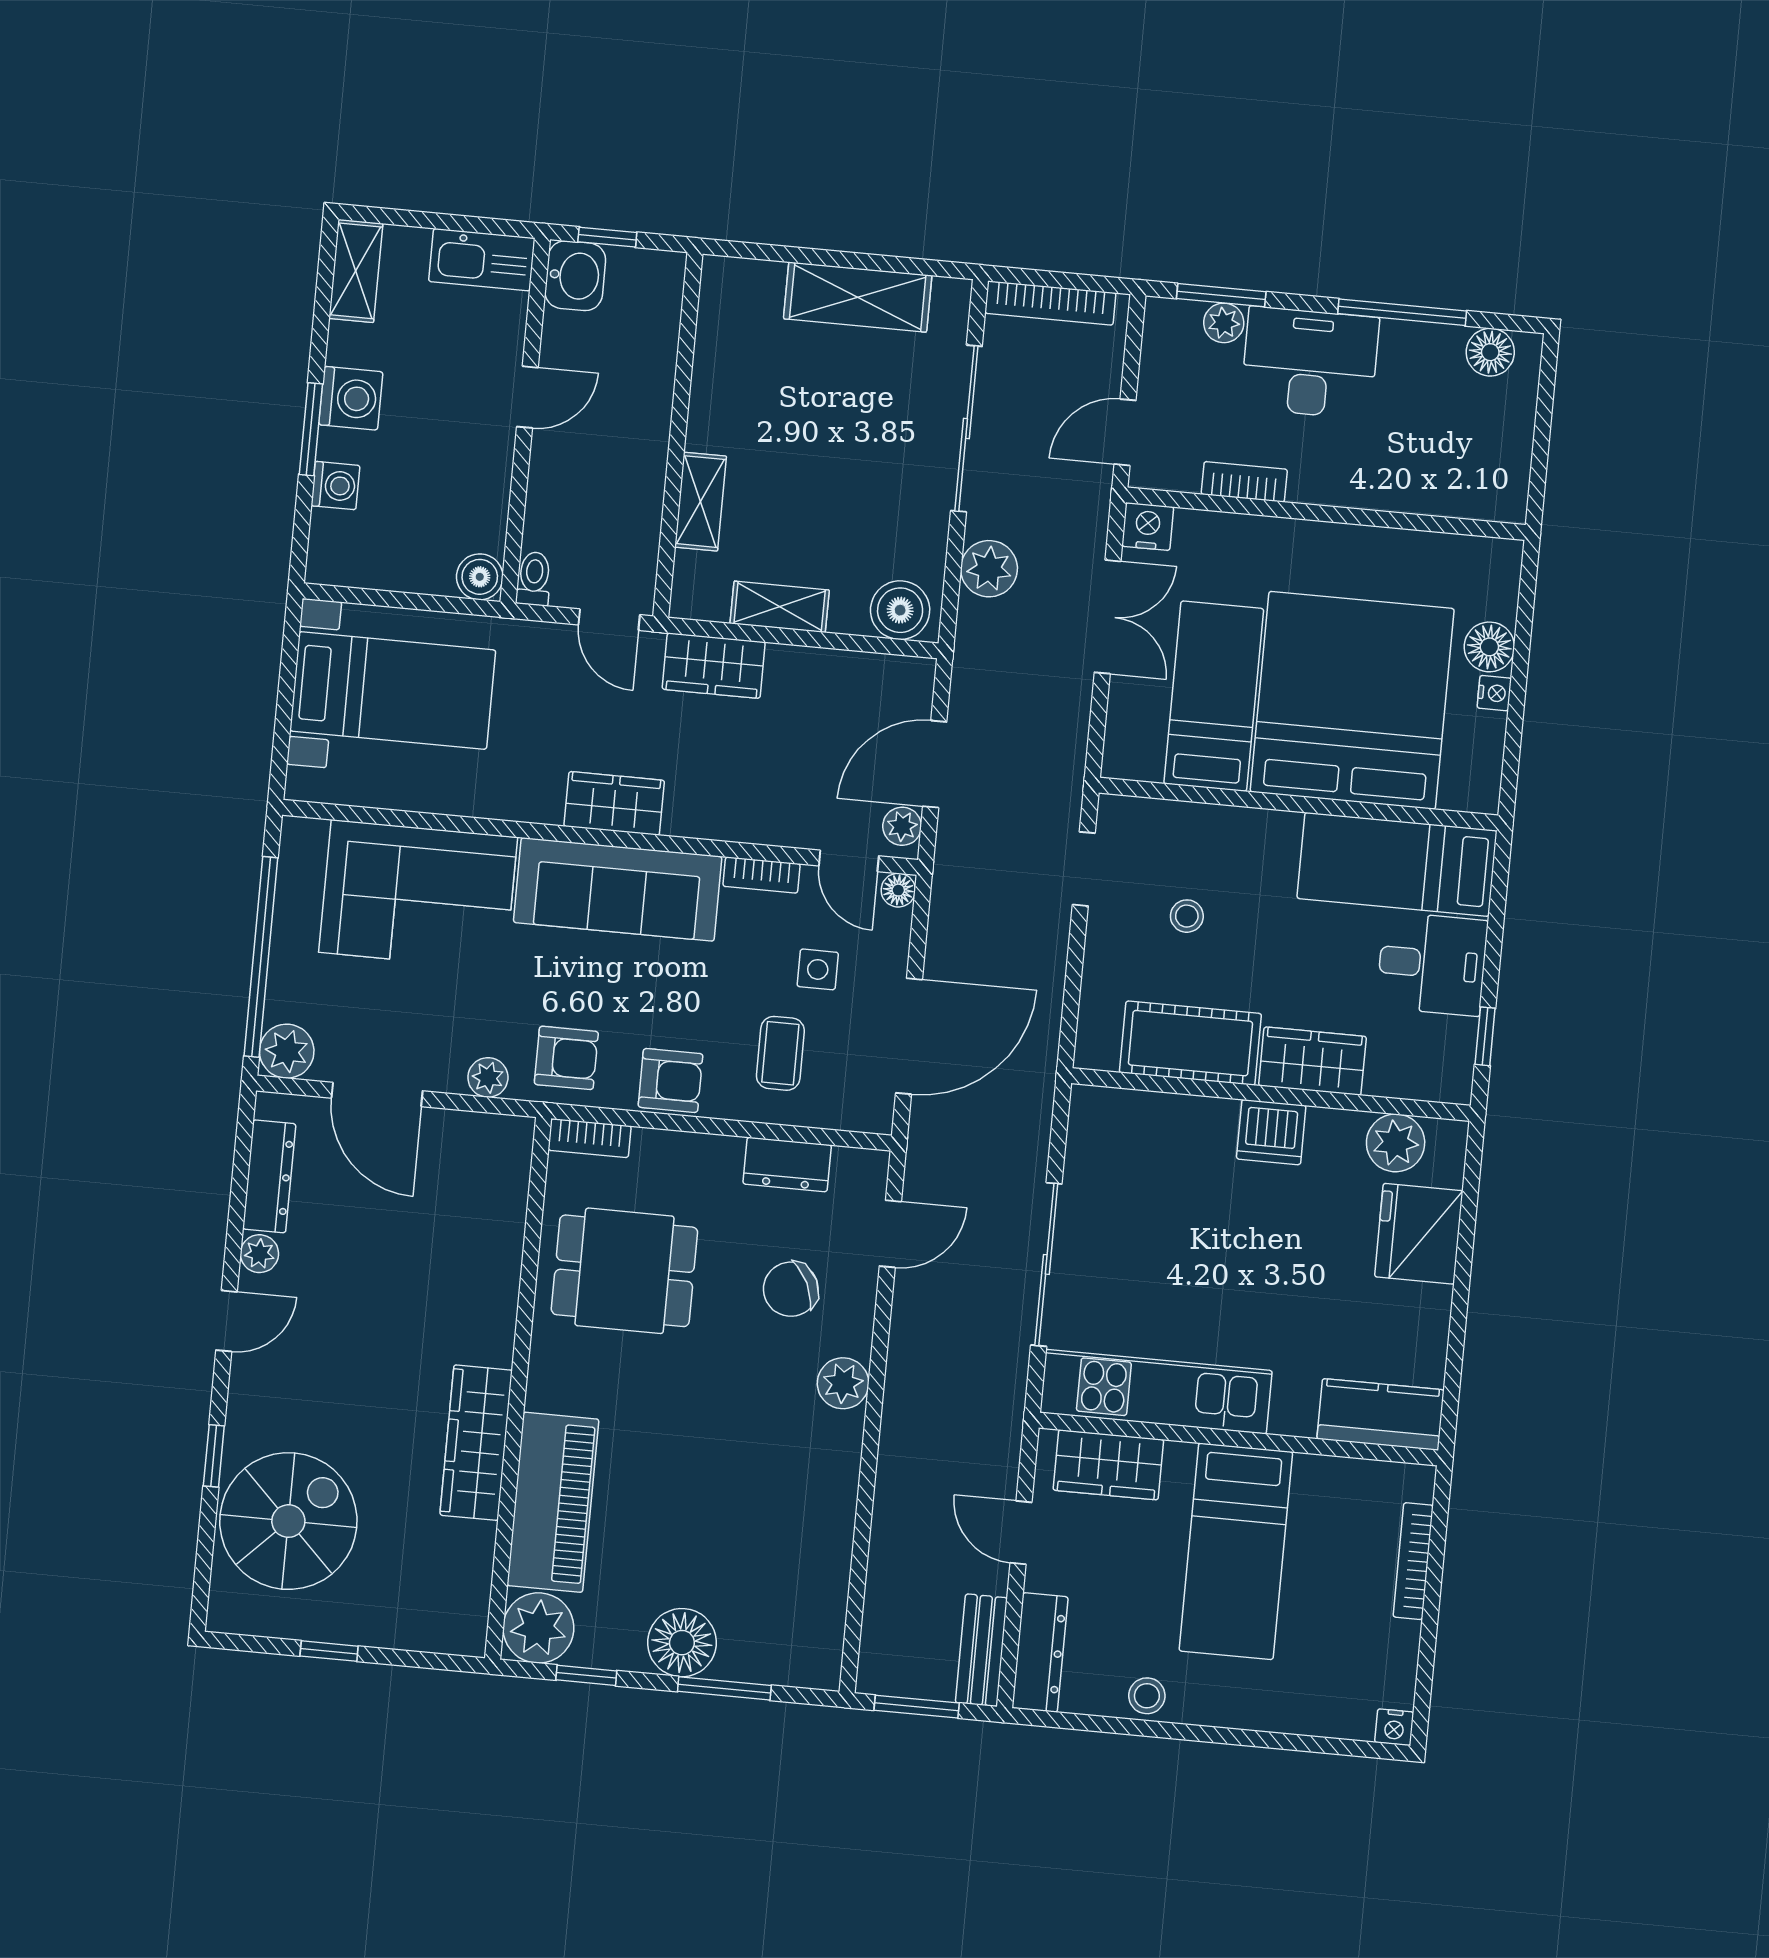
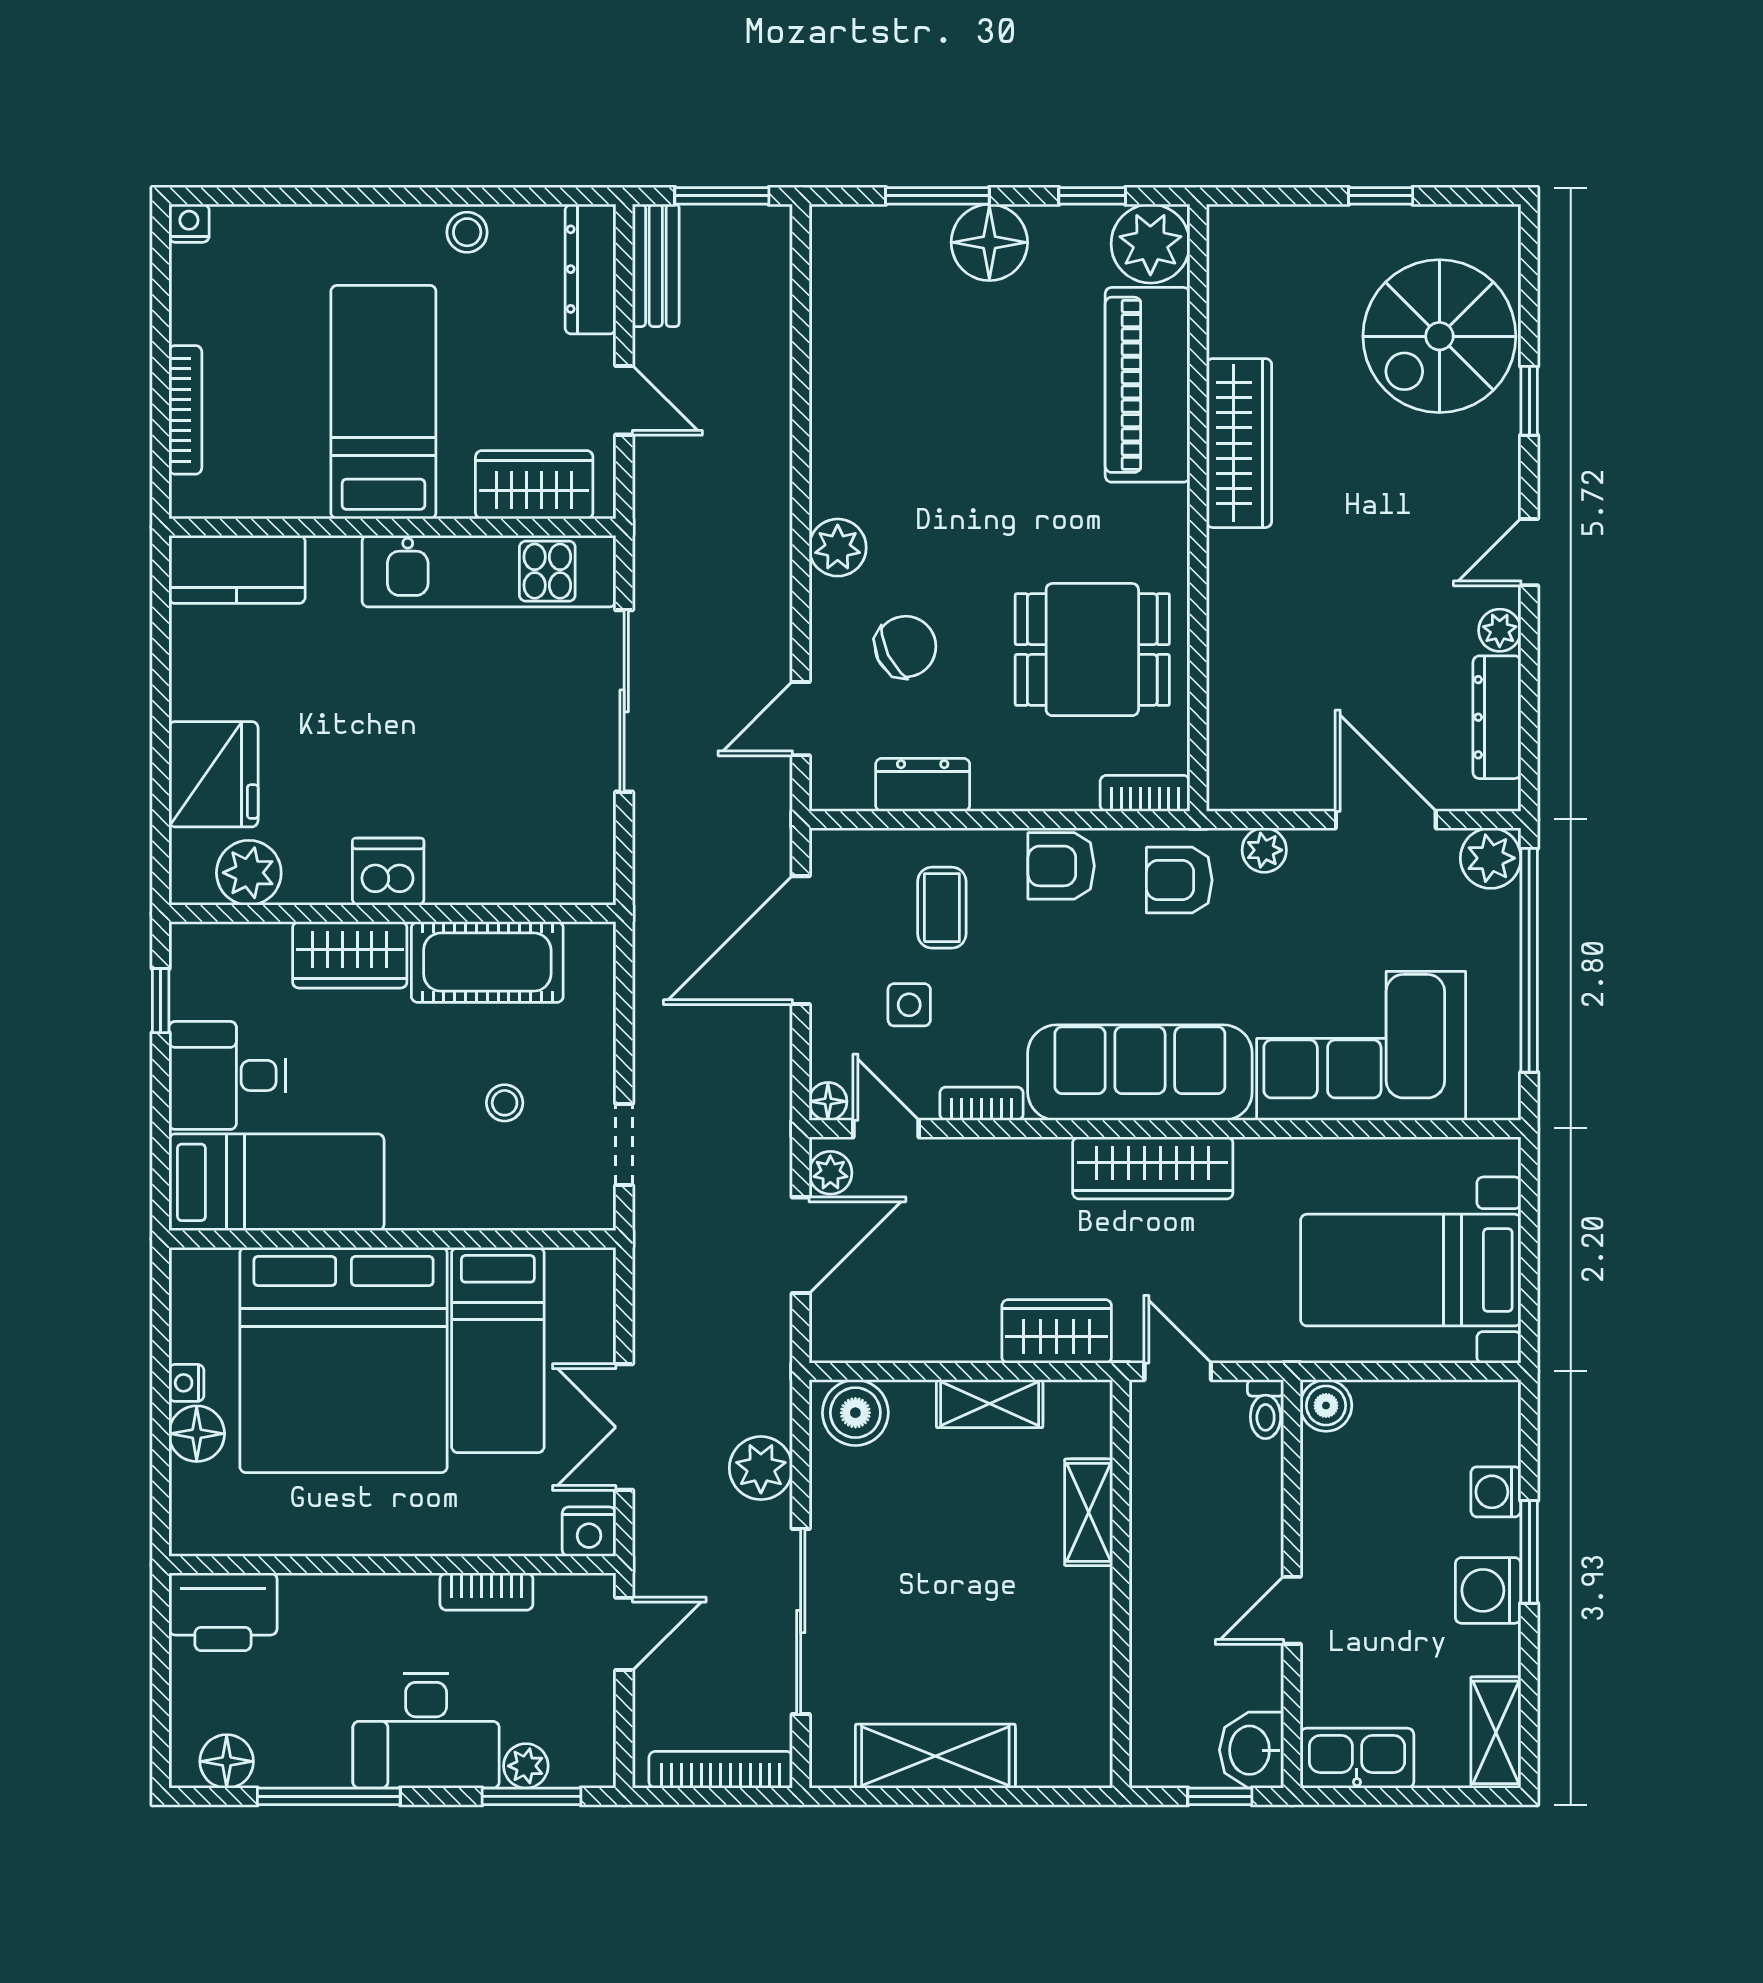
printer: (1481, 486) -> (223, 1612), added
wardrobe: (614, 803) -> (1153, 1168), width x1.50

